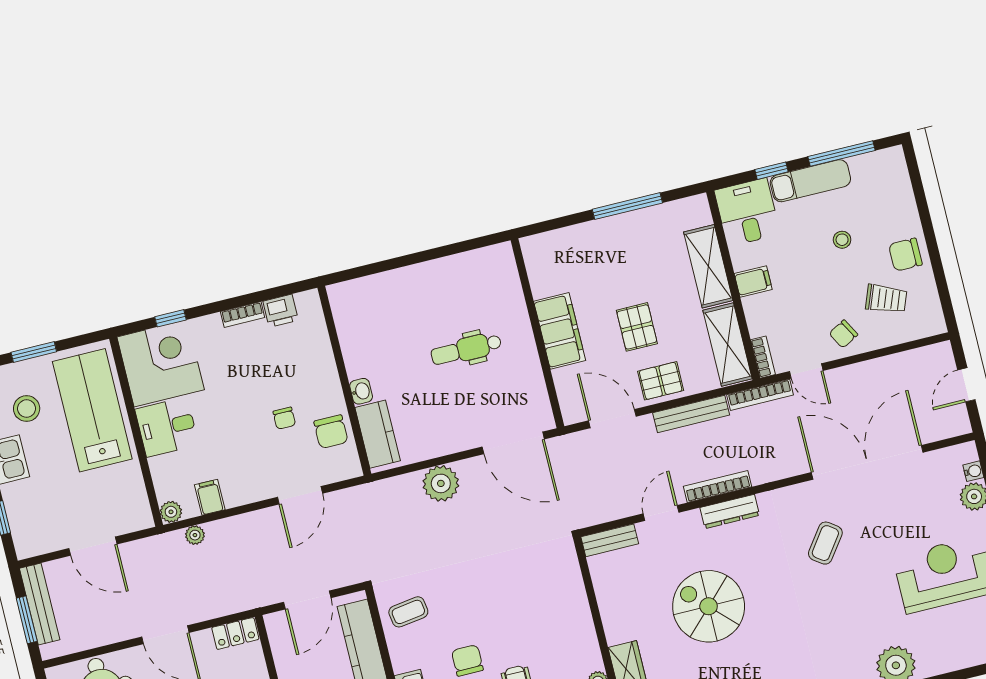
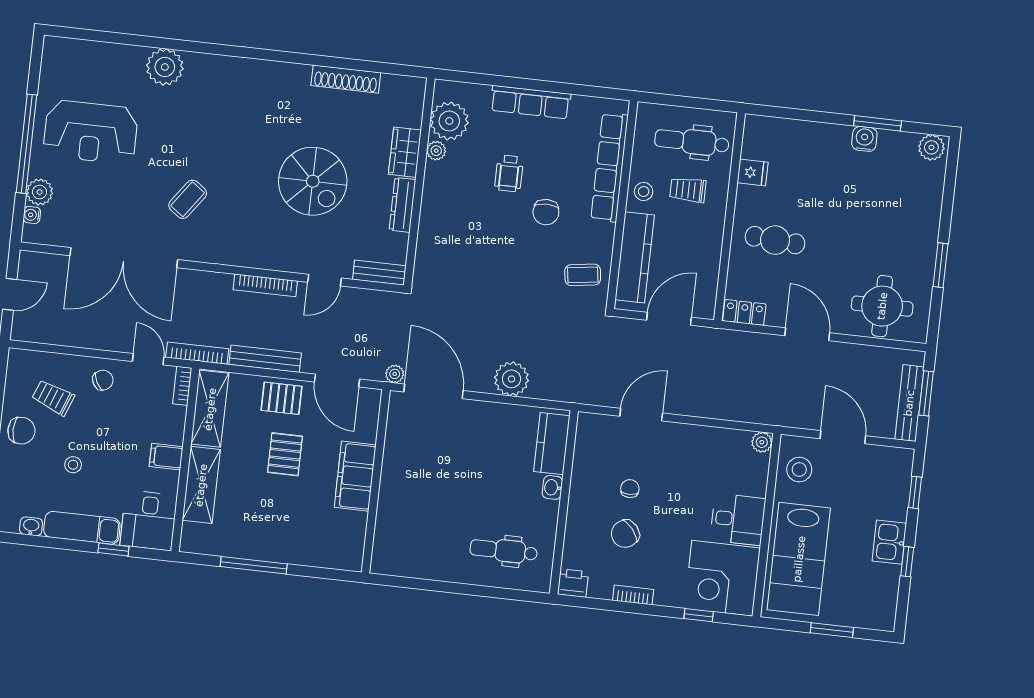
window: (842, 154) -> (45, 542), removed
washbasin: (861, 164) -> (31, 526), added
printer: (281, 311) -> (573, 583), moved
dental chair: (466, 349) -> (504, 551), moved, turned 180
stool: (27, 409) -> (799, 470), moved
chair: (331, 432) -> (625, 534), moved, turned -130
filing cabinet: (210, 497) -> (722, 443), removed
dresser: (730, 511) -> (402, 205), moved, turned -90
plant: (195, 535) -> (395, 374), moved

